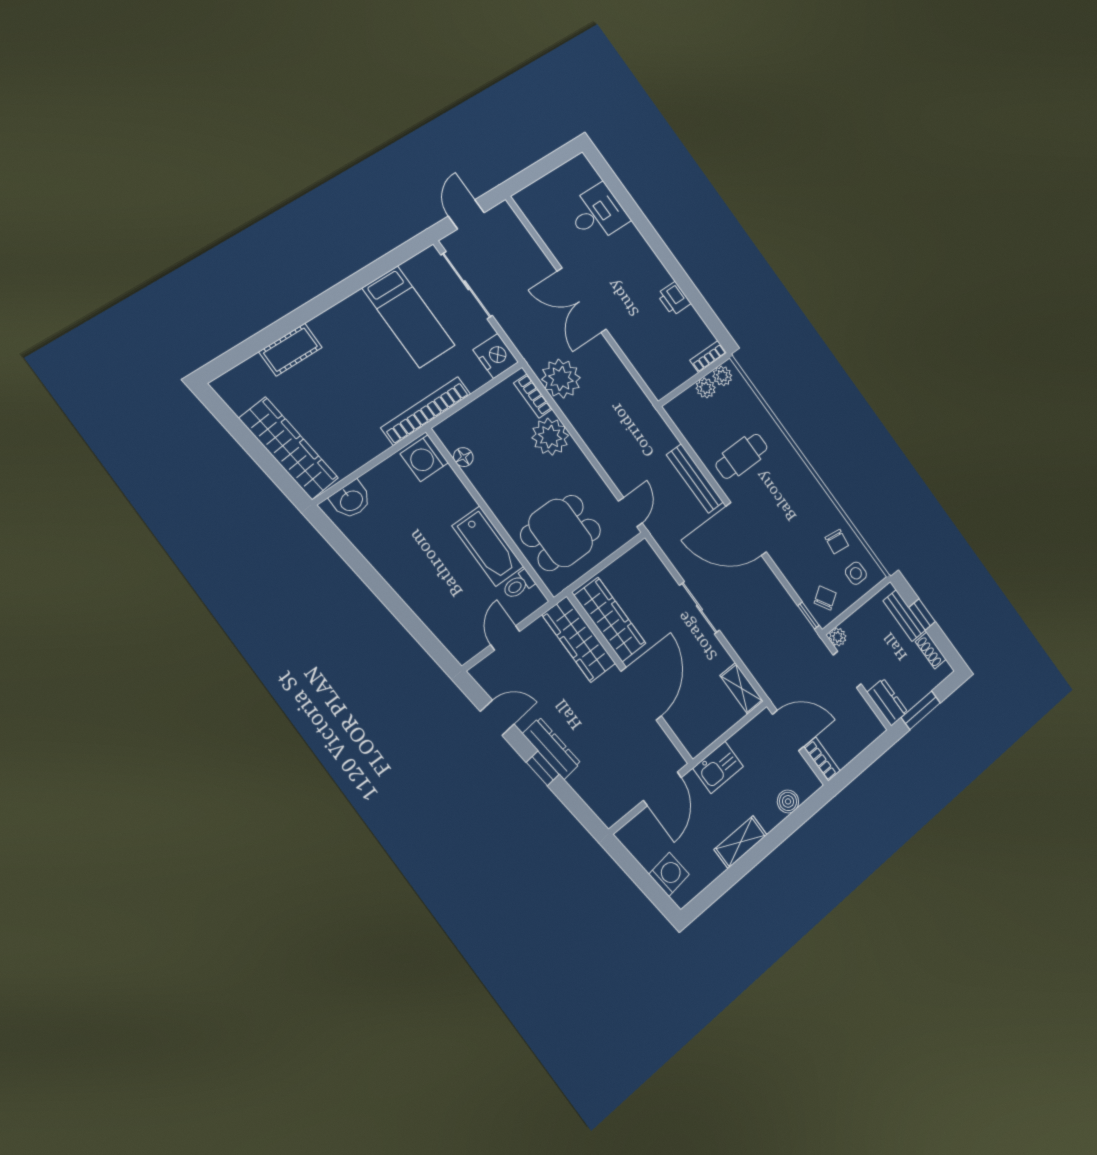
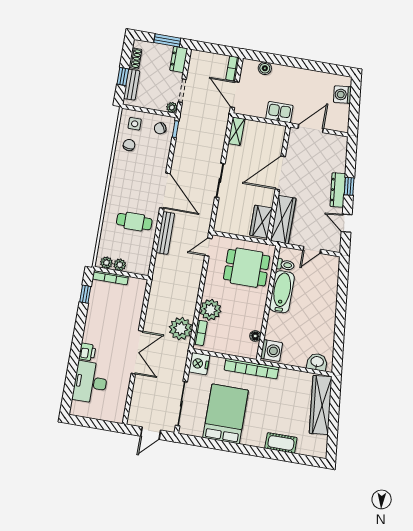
desk: (597, 213) -> (90, 382), width x1.37
printer: (674, 299) -> (87, 352), moved
window: (707, 315) -> (85, 294), added
bed: (409, 317) -> (226, 414), width x1.50
bookcase: (708, 357) -> (110, 278), width x1.56
wardrobe: (610, 619) -> (261, 222), width x0.67
shelving: (741, 842) -> (301, 75), removed

